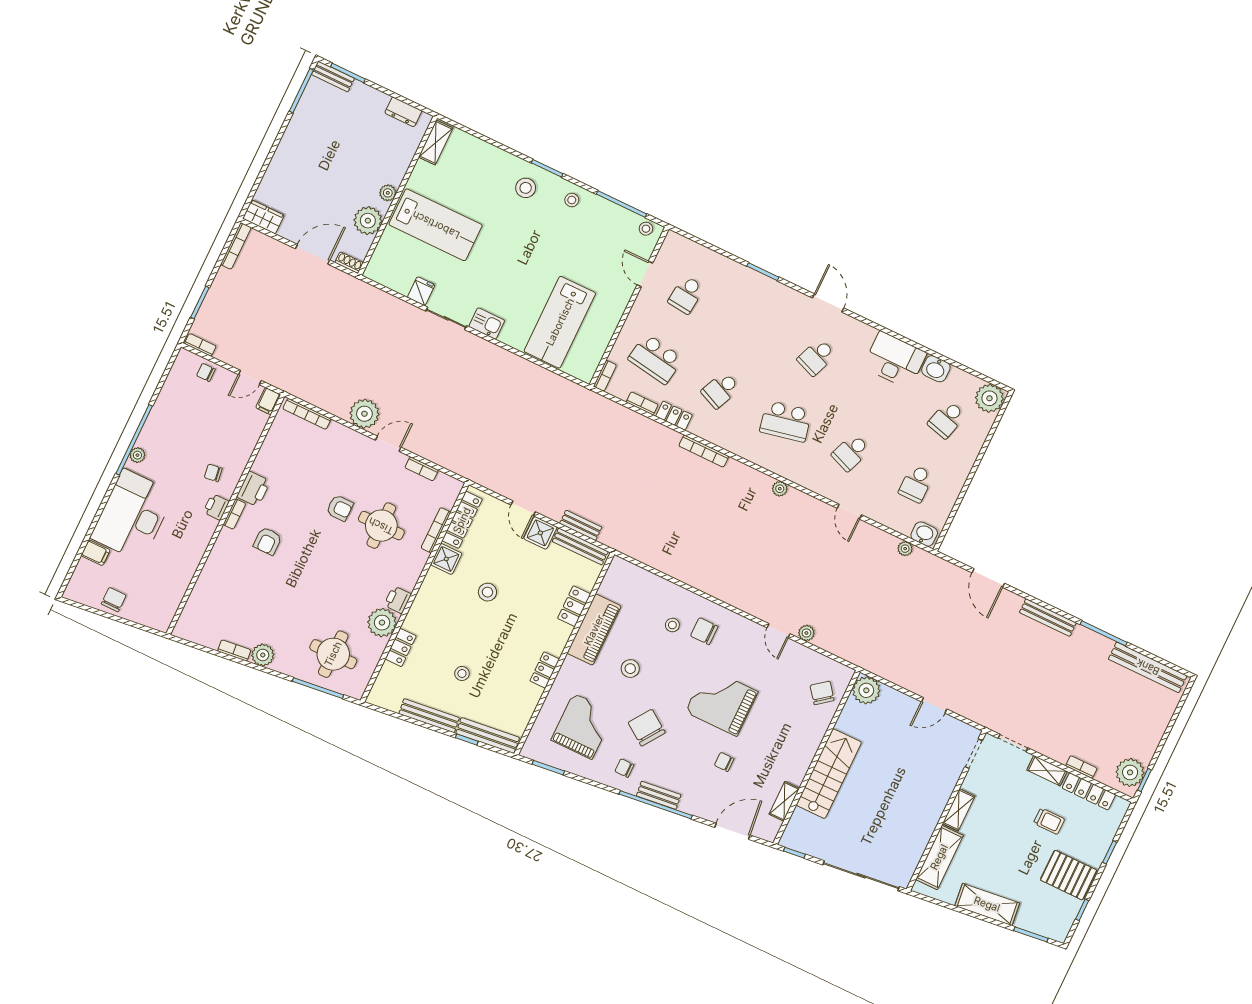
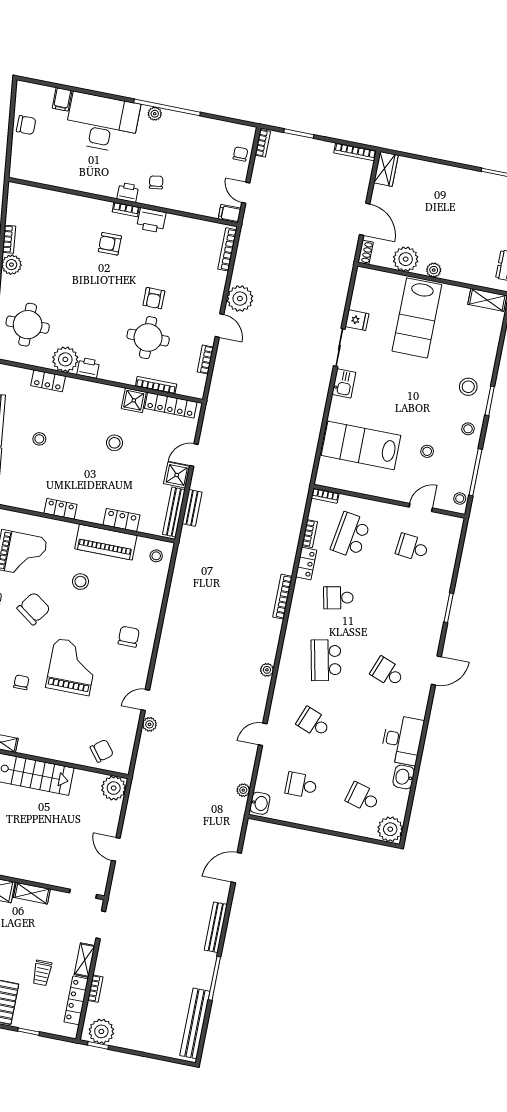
stool: (585, 251) -> (427, 451), added
school desk: (721, 390) -> (338, 598), turned -36
stool: (672, 625) -> (156, 556), moved

